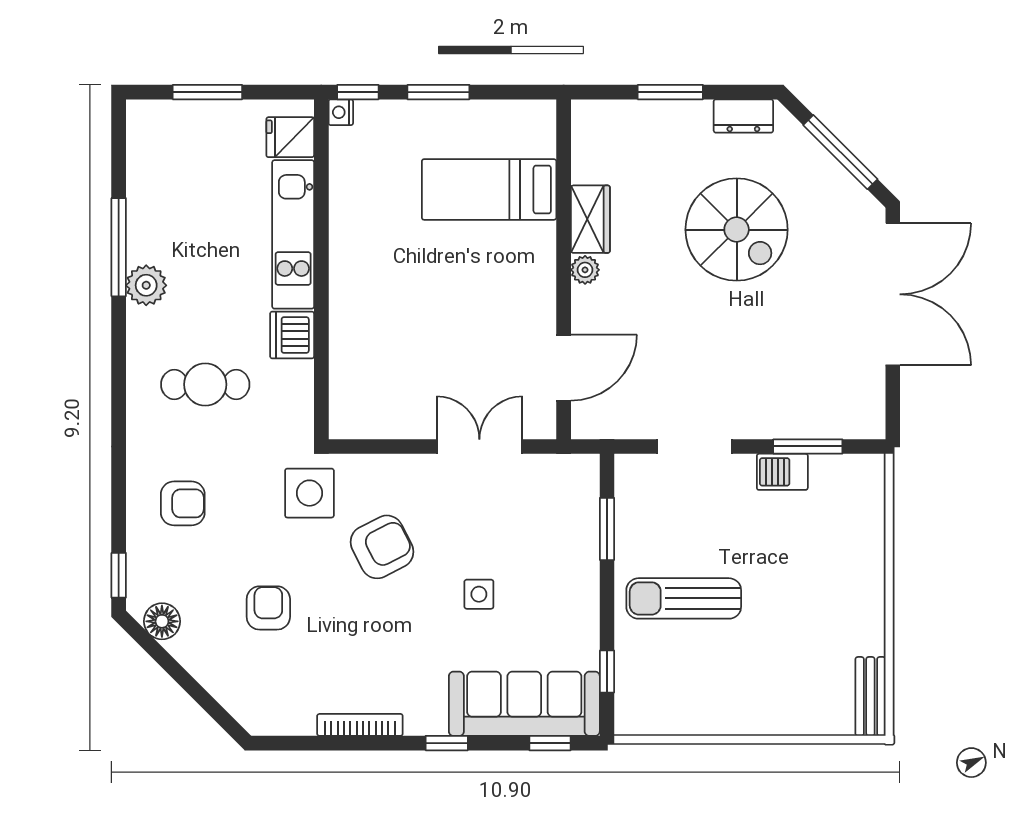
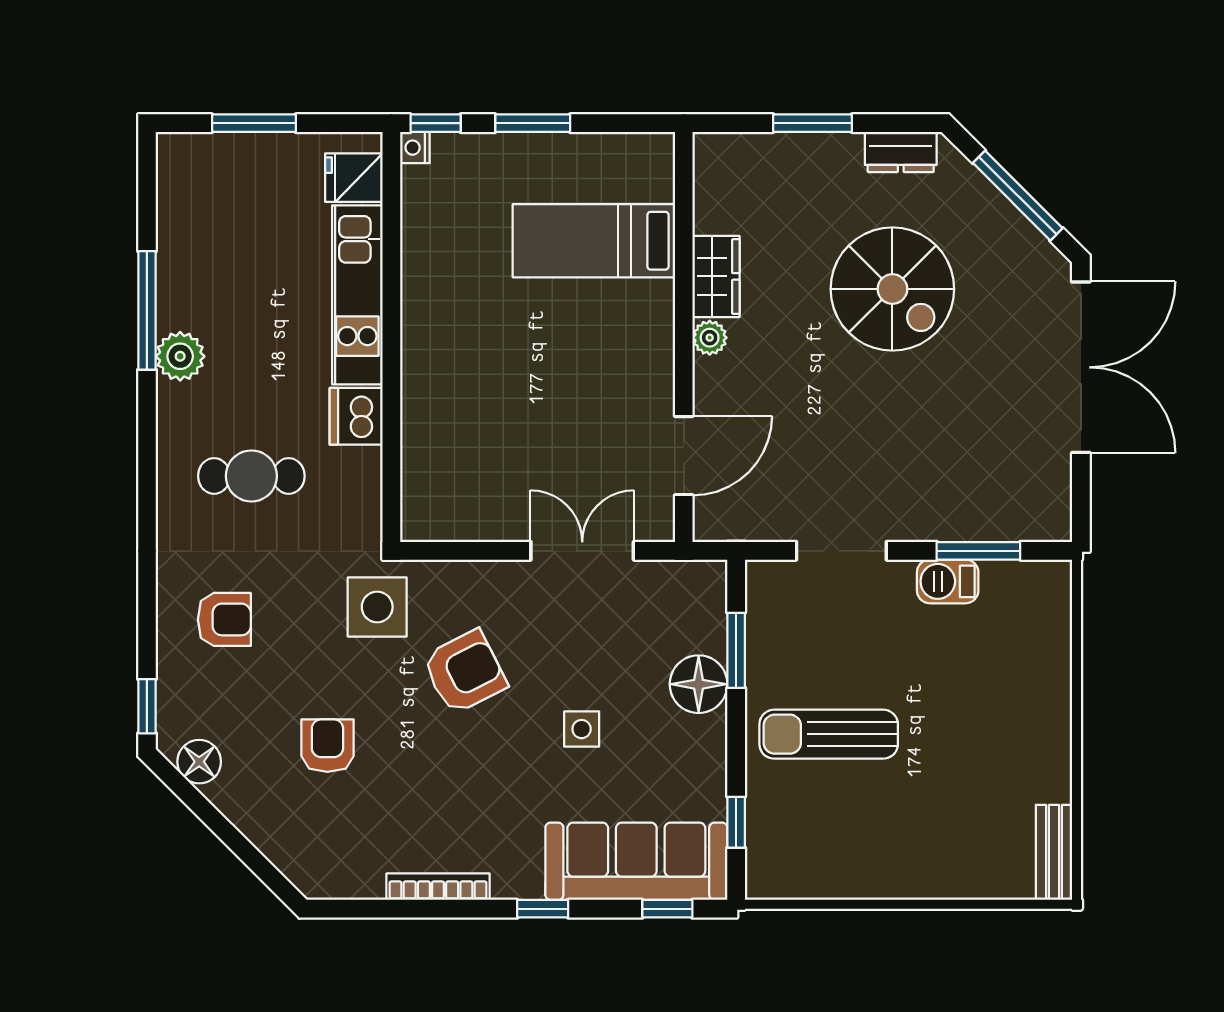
floor lamp: (576, 557) -> (699, 684), added

